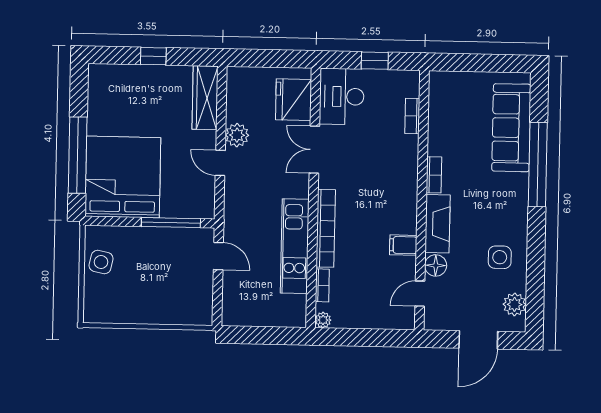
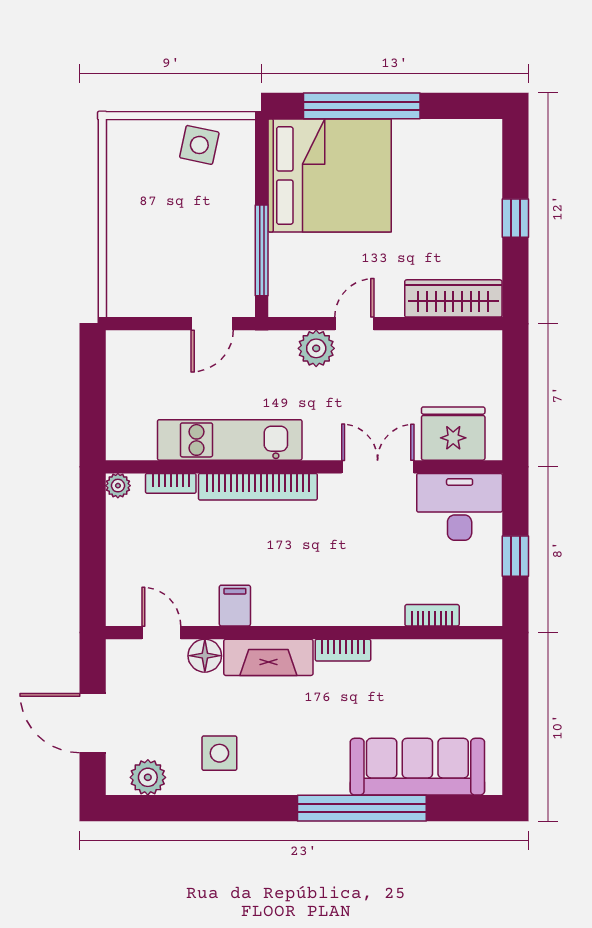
plant: (237, 135) -> (316, 348), moved

